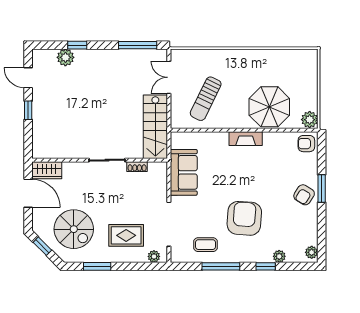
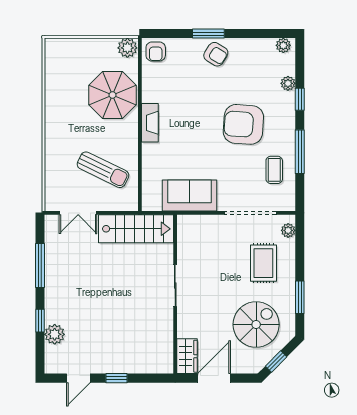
window: (138, 45) -> (40, 265), moved
shoe rack: (137, 167) -> (183, 250), removed

